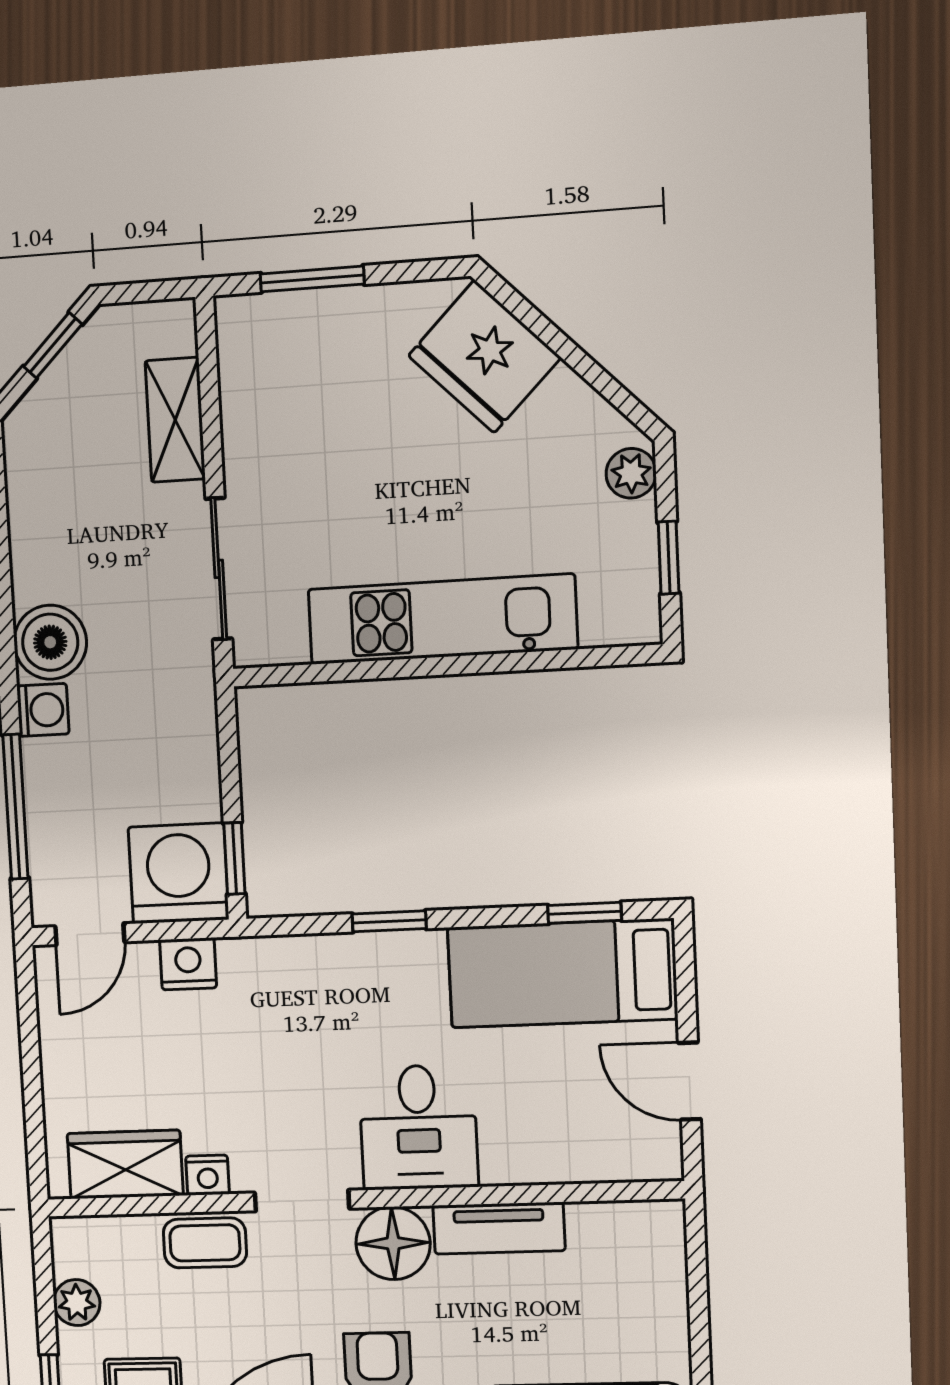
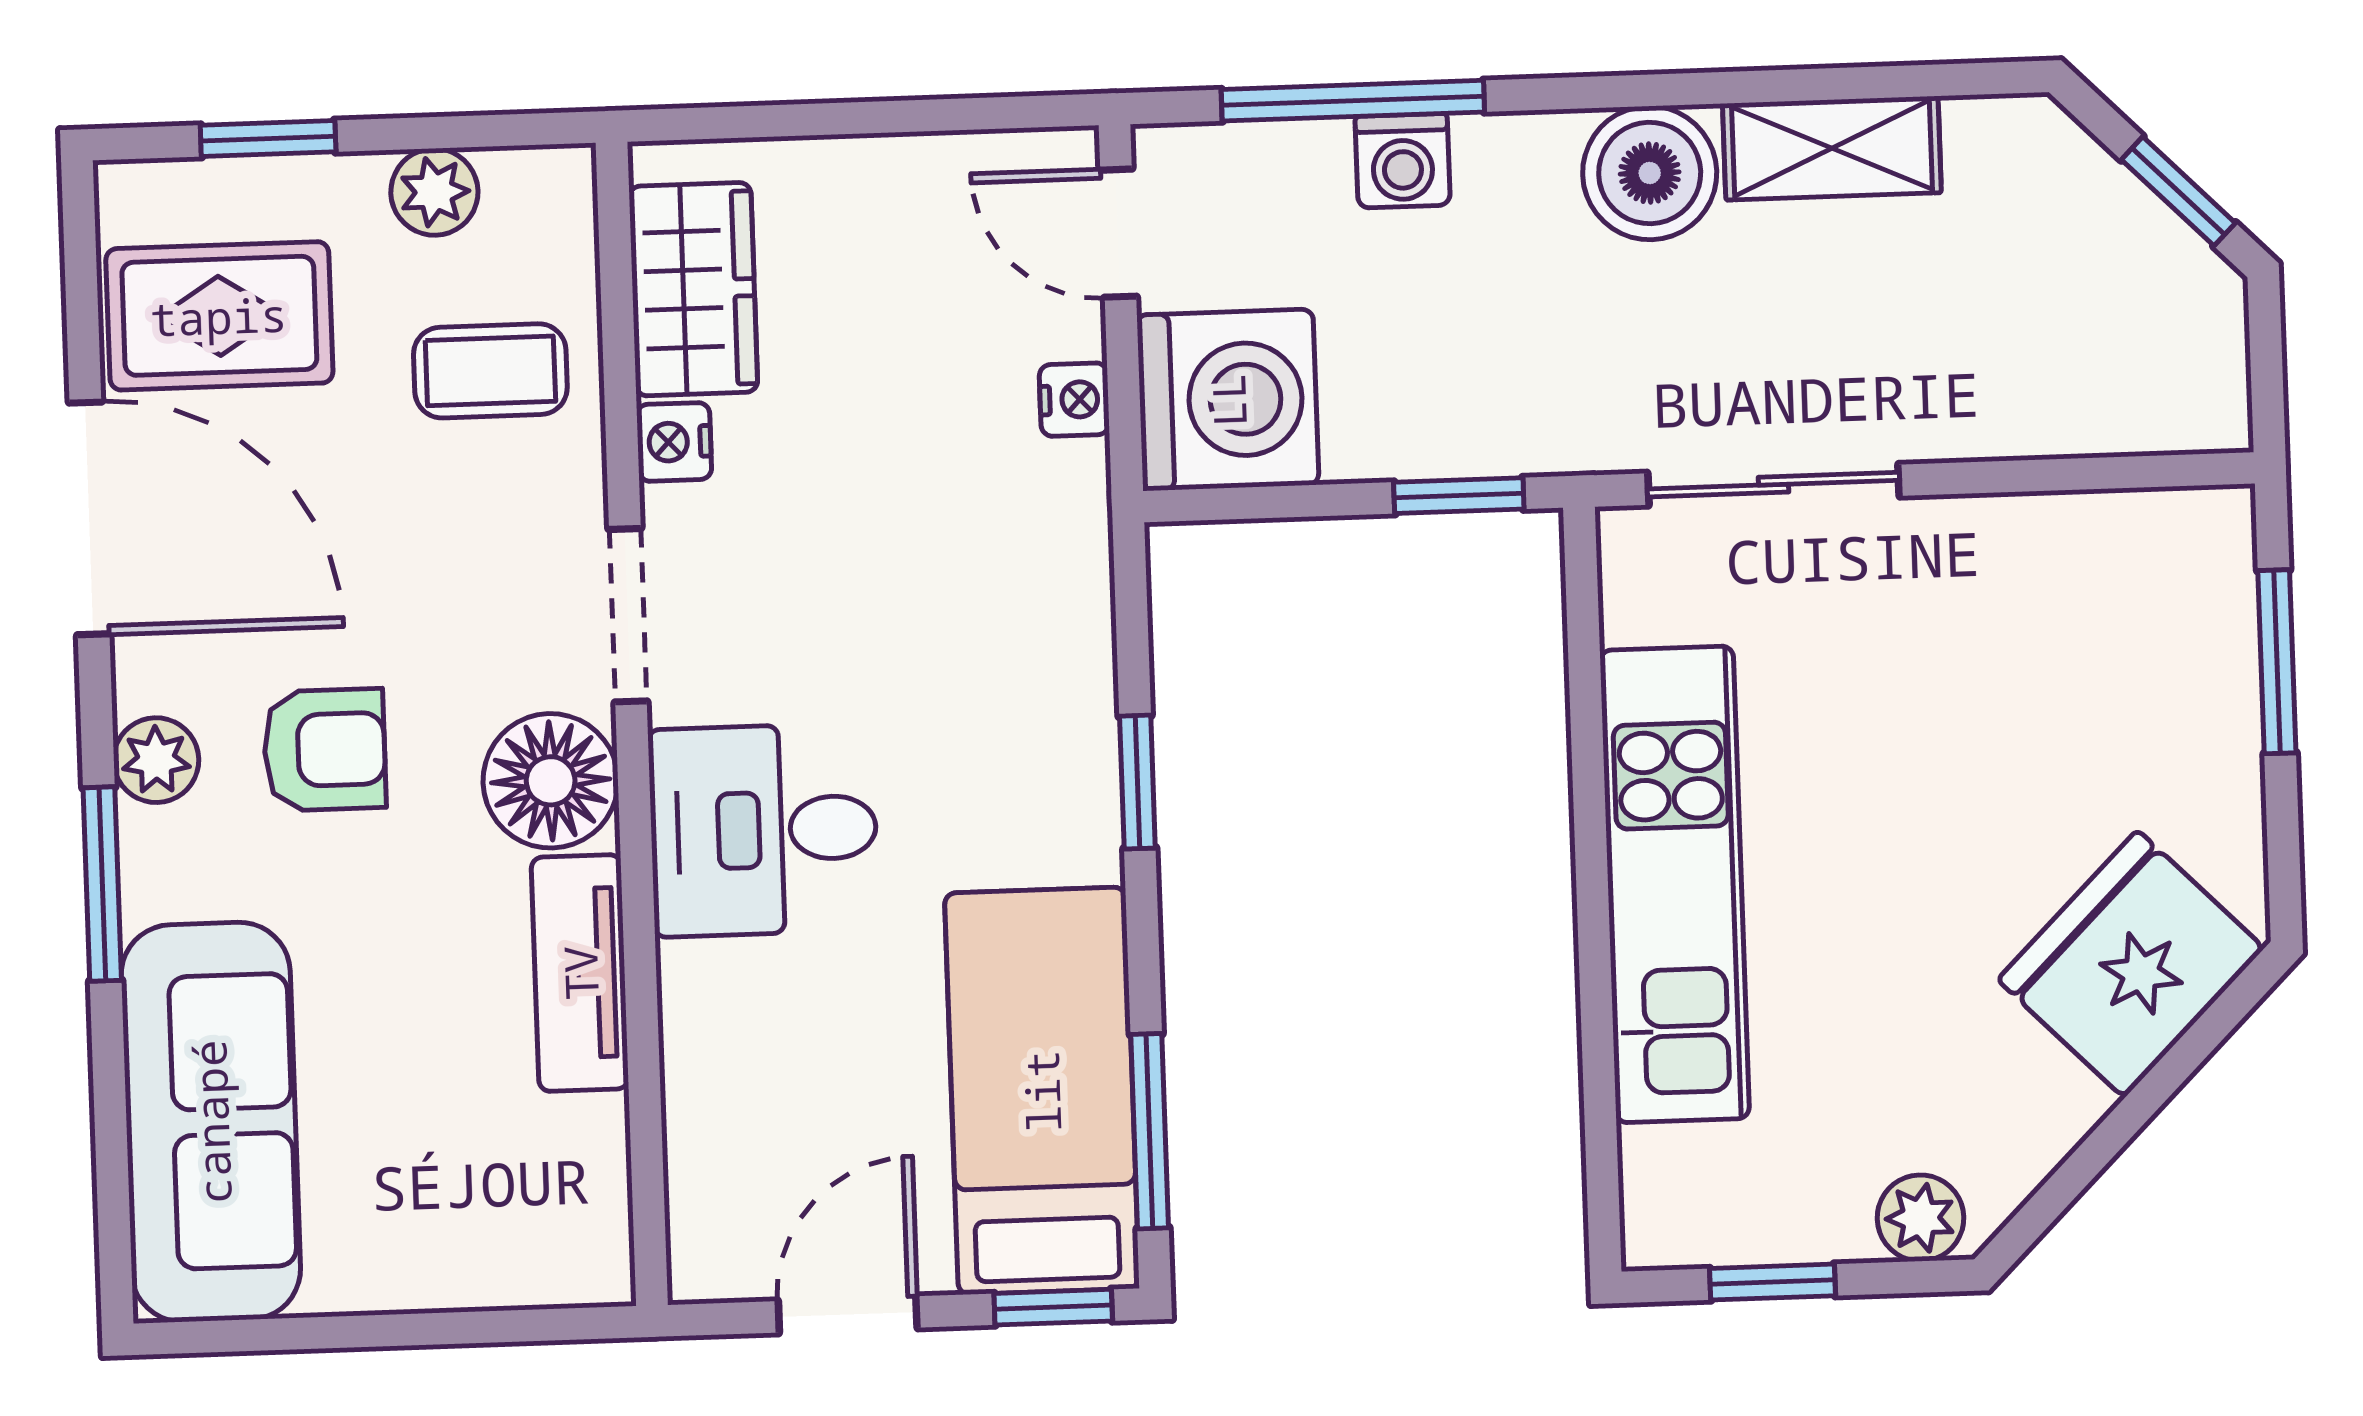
shelving: (175, 420) -> (1832, 148), moved
washing machine: (43, 710) -> (1403, 161), moved
window: (234, 858) -> (1459, 496), moved
window: (585, 913) -> (1150, 1131), width x1.50
nightstand: (188, 964) -> (1074, 400), width x0.72, depth x0.74
window: (685, 966) -> (1053, 1307), added
coffee table: (205, 1243) -> (490, 371), moved, turned 90

